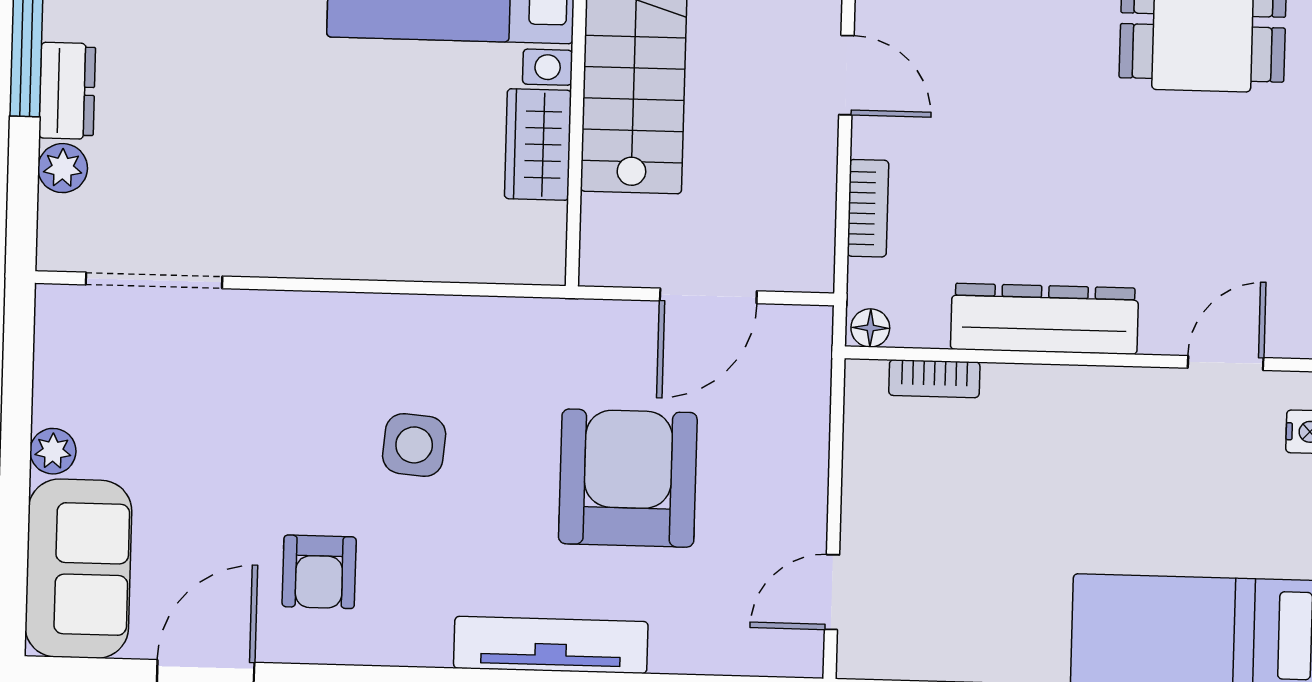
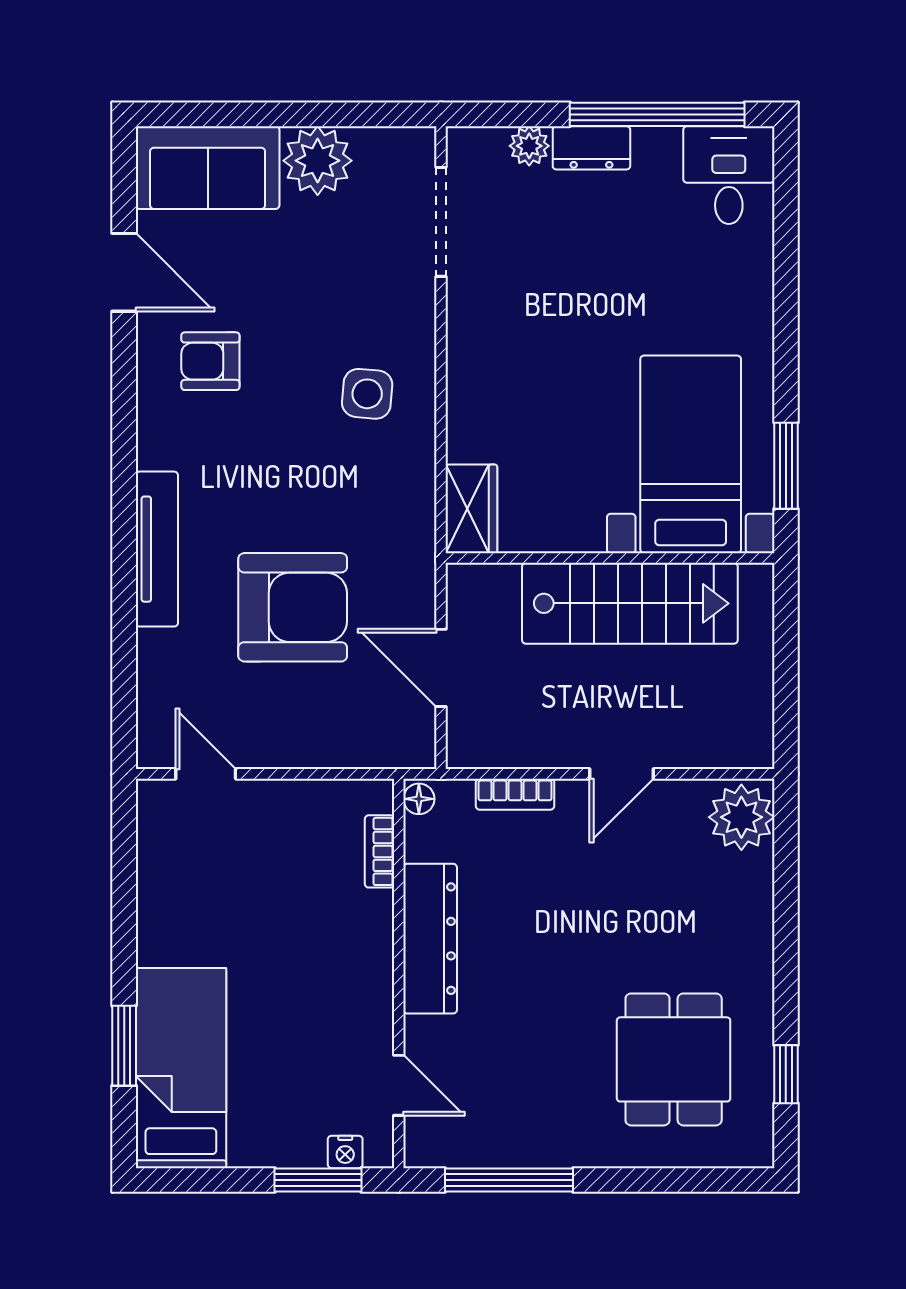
wardrobe: (538, 145) -> (471, 509), moved, turned 90
side table: (414, 445) -> (367, 394), moved
plant: (53, 451) -> (318, 161), width x1.88, depth x1.88

